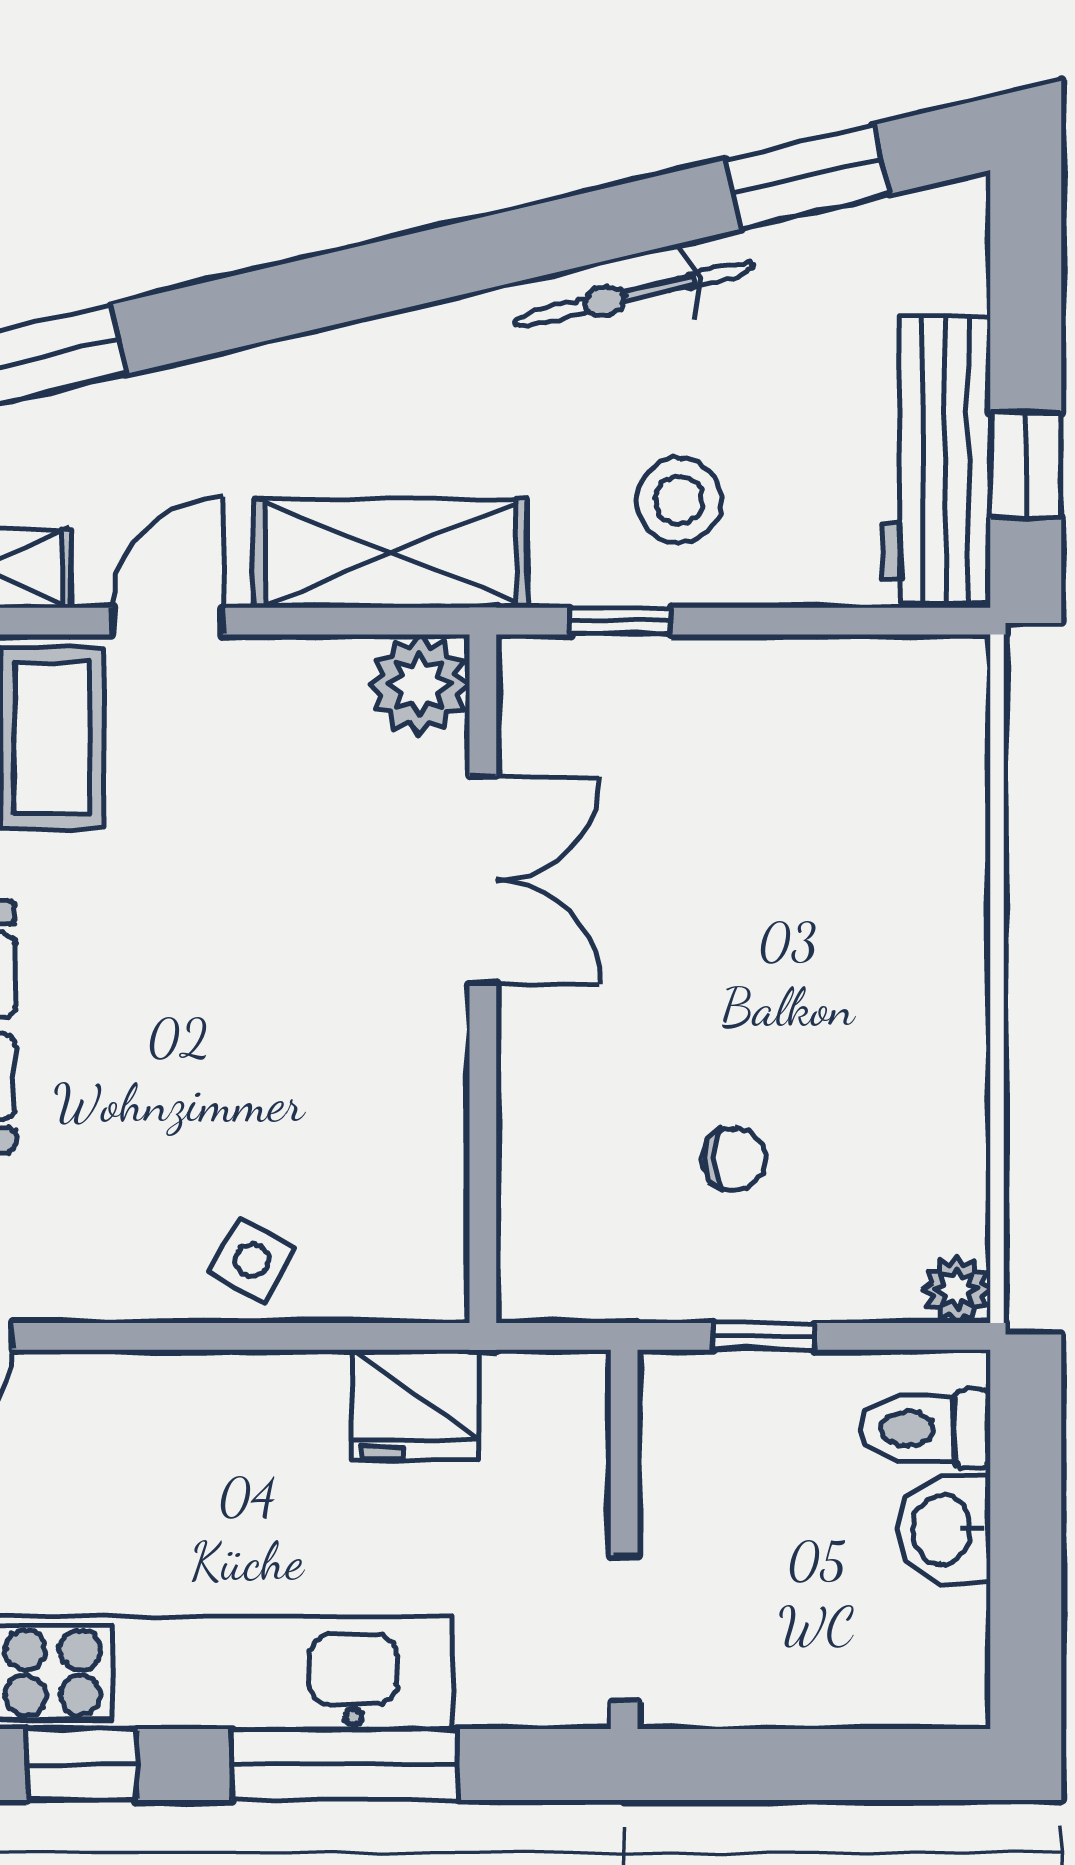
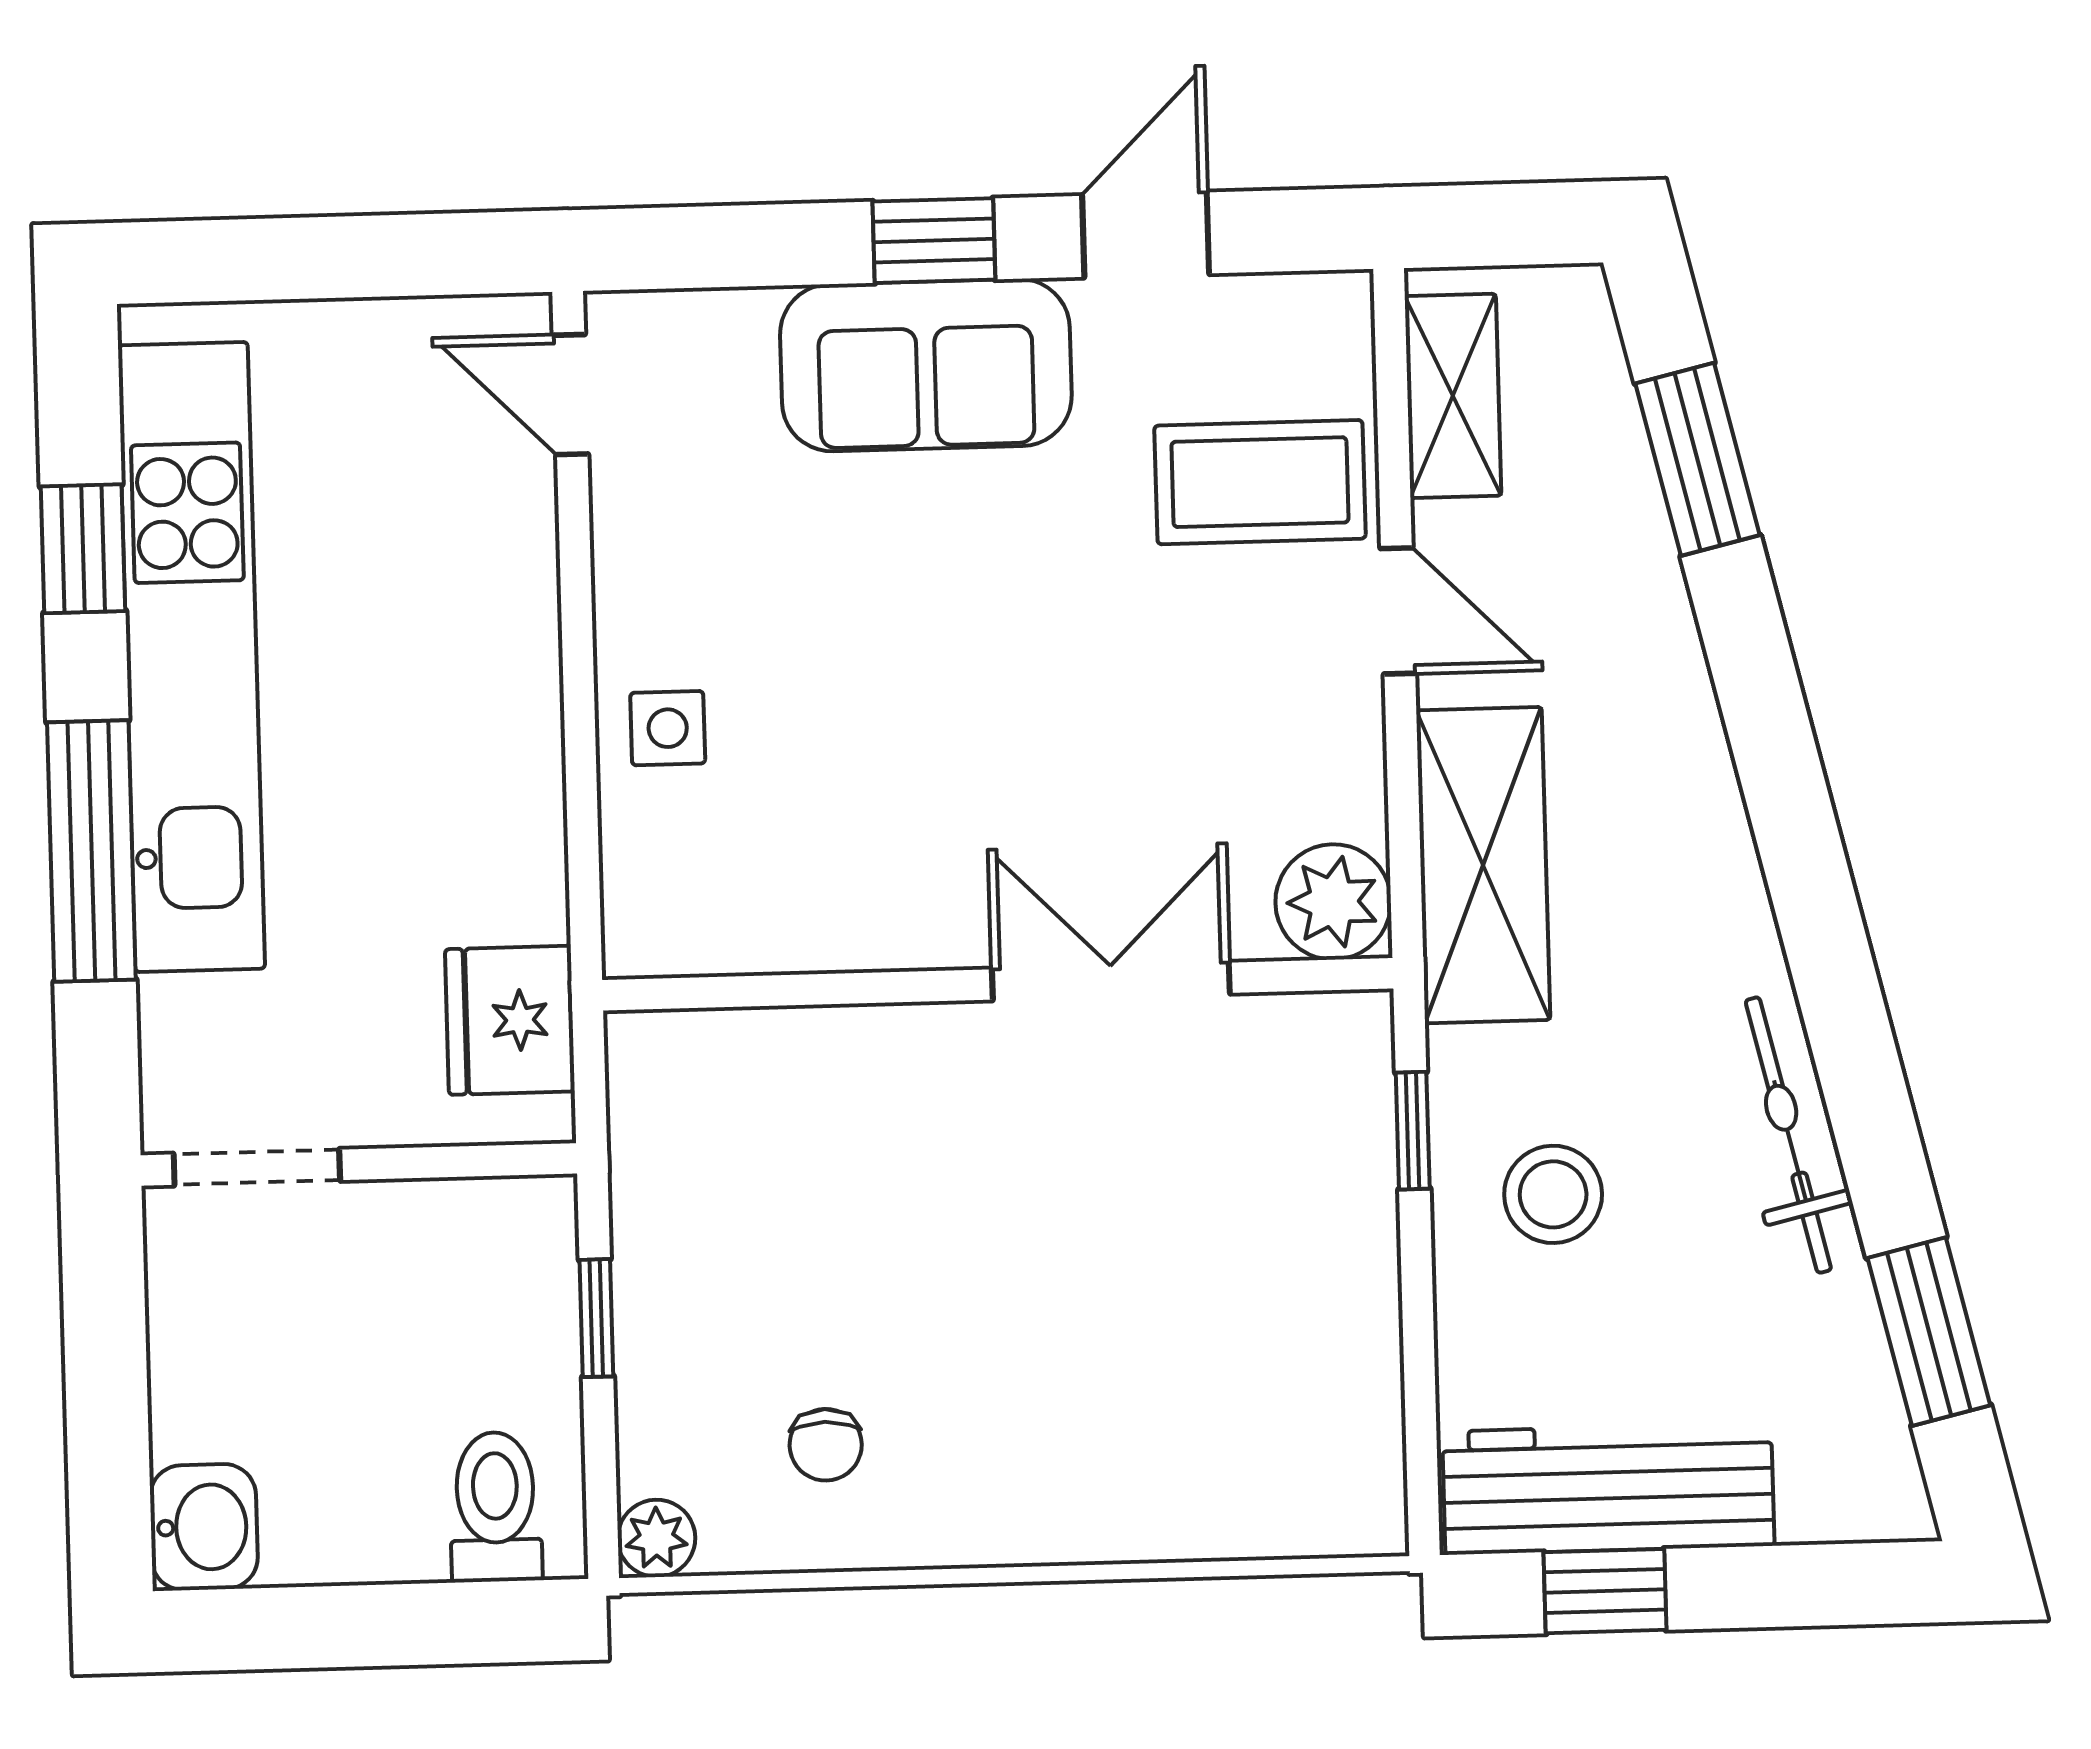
double door: (483, 880) -> (1111, 981), swing flipped
chair: (734, 1159) -> (826, 1445), moved
side table: (252, 1260) -> (668, 728), turned -30
fridge: (415, 1404) -> (510, 1020), moved
washbasin: (944, 1530) -> (204, 1527), moved, turned 90

